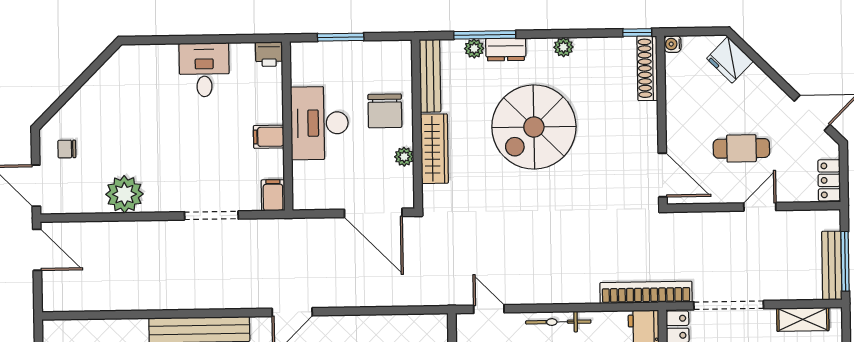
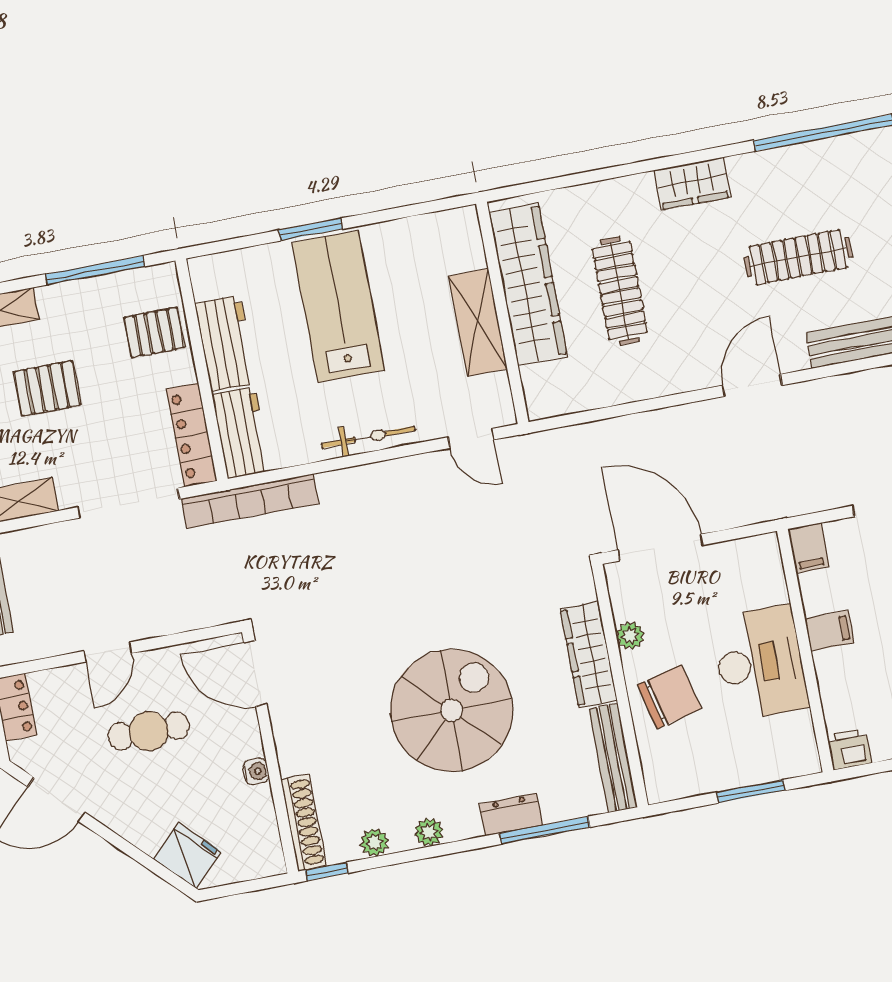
water cooler: (673, 44) -> (256, 771), moved
plant: (474, 48) -> (375, 843), moved
chair: (385, 111) -> (669, 697), turned 76

